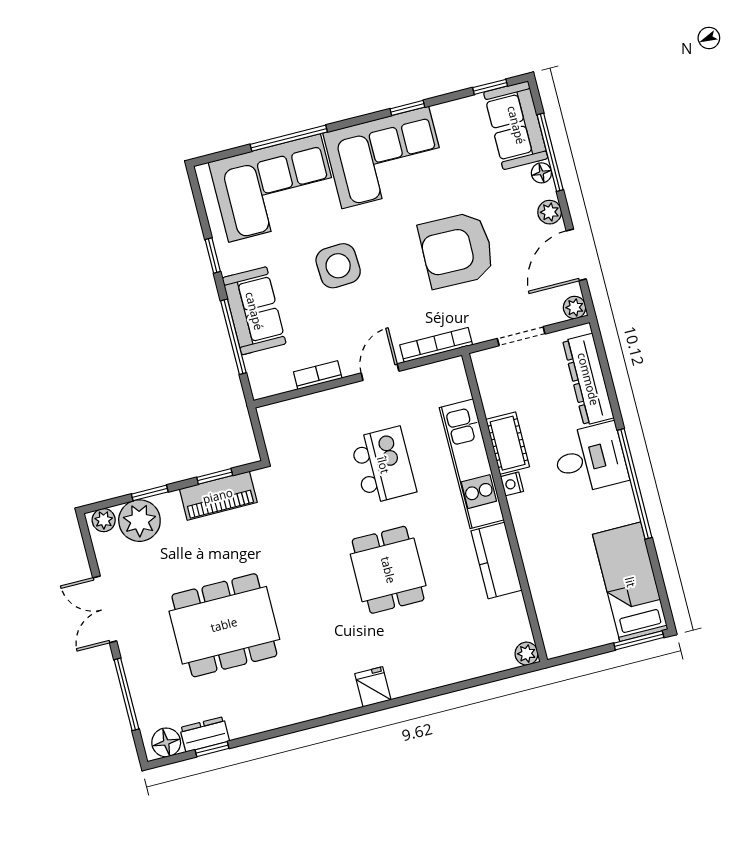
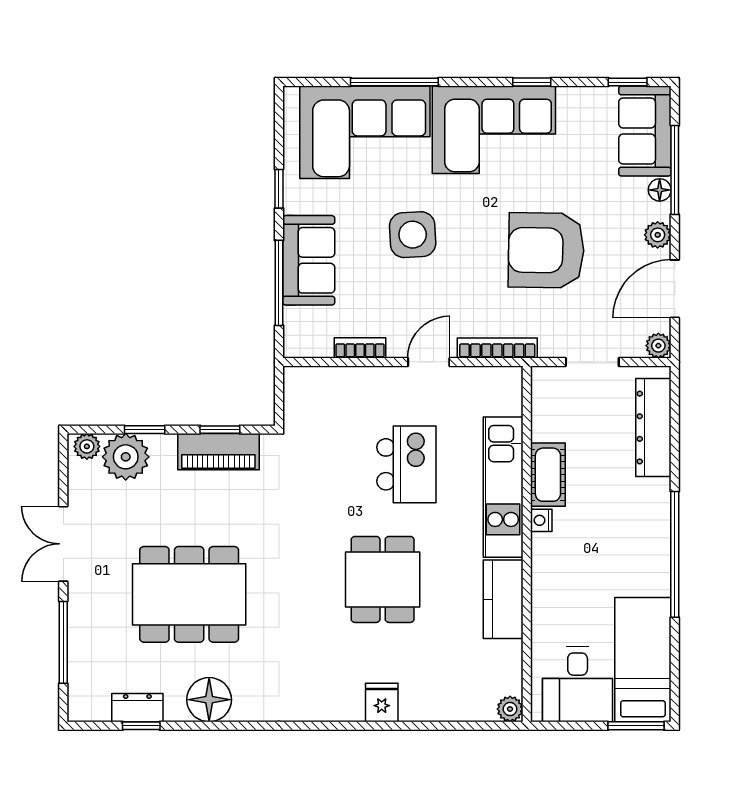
desk: (590, 458) -> (578, 684), moved, turned 90
fridge: (373, 687) -> (382, 703), moved
floor lamp: (166, 742) -> (209, 700), moved, width x1.38, depth x1.38

